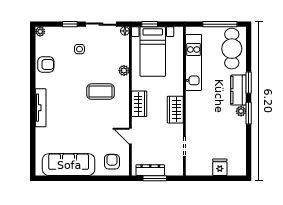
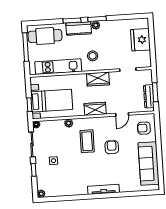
armchair: (46, 64) -> (112, 147), moved
stool: (204, 105) -> (93, 56), added
fridge: (220, 167) -> (140, 40), width x1.88, depth x1.34

